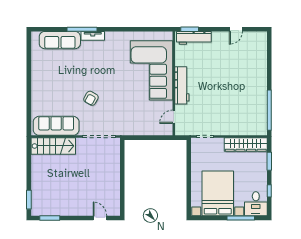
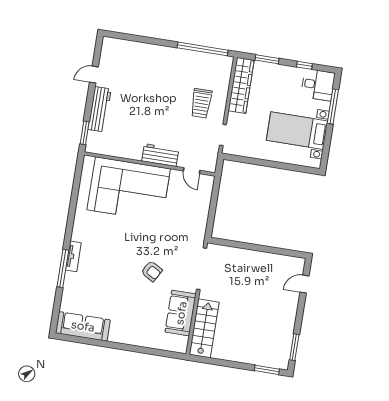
door: (236, 29) -> (94, 75), swing flipped
workbench: (194, 38) -> (100, 109), moved
sofa: (60, 40) -> (83, 326), moved, turned -90
workbench: (182, 85) -> (160, 155), width x0.73
trolley: (227, 116) -> (201, 103), added
sofa: (56, 126) -> (181, 313), width x0.73
bed with nightstands: (218, 193) -> (297, 131), width x0.73

